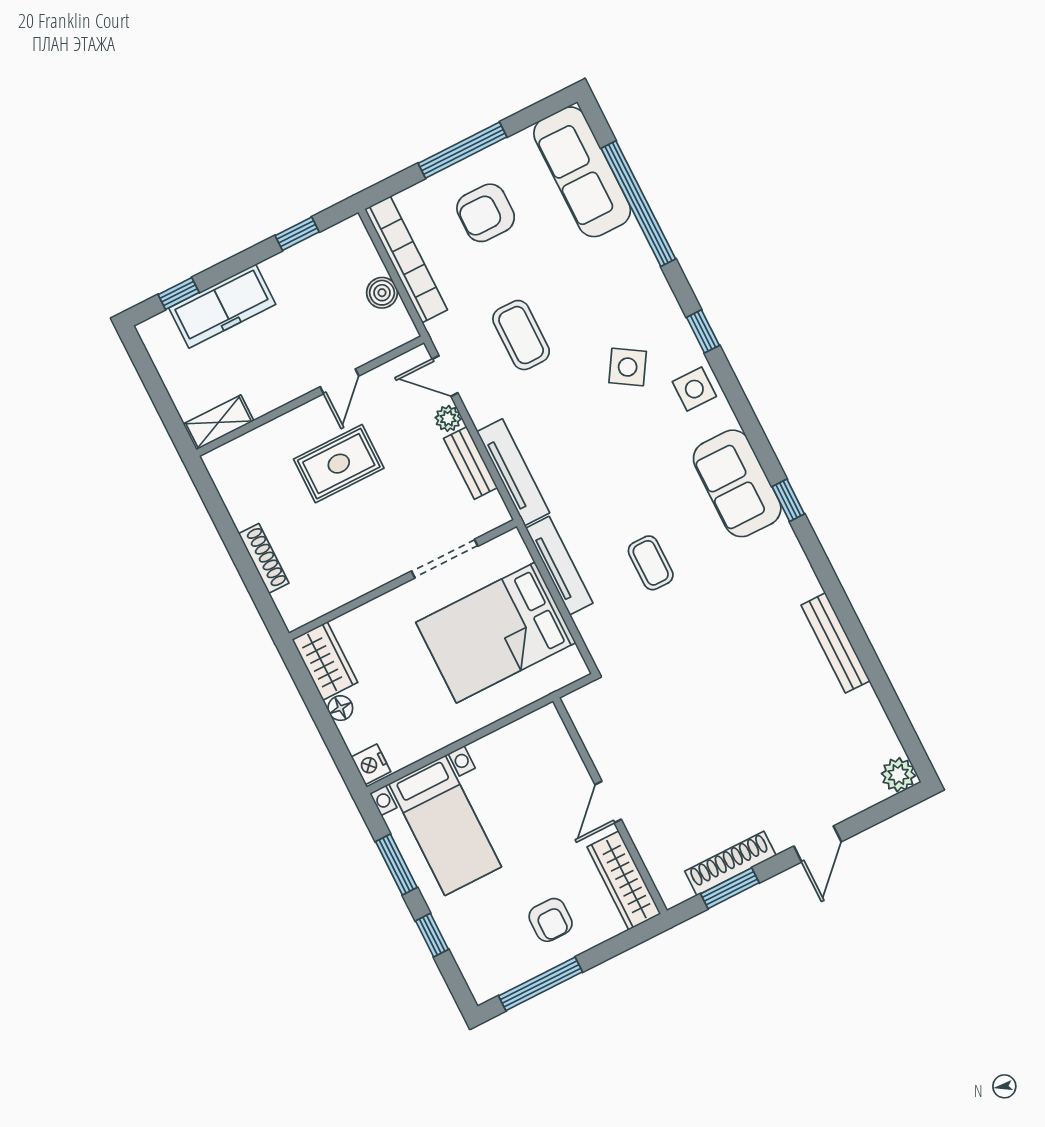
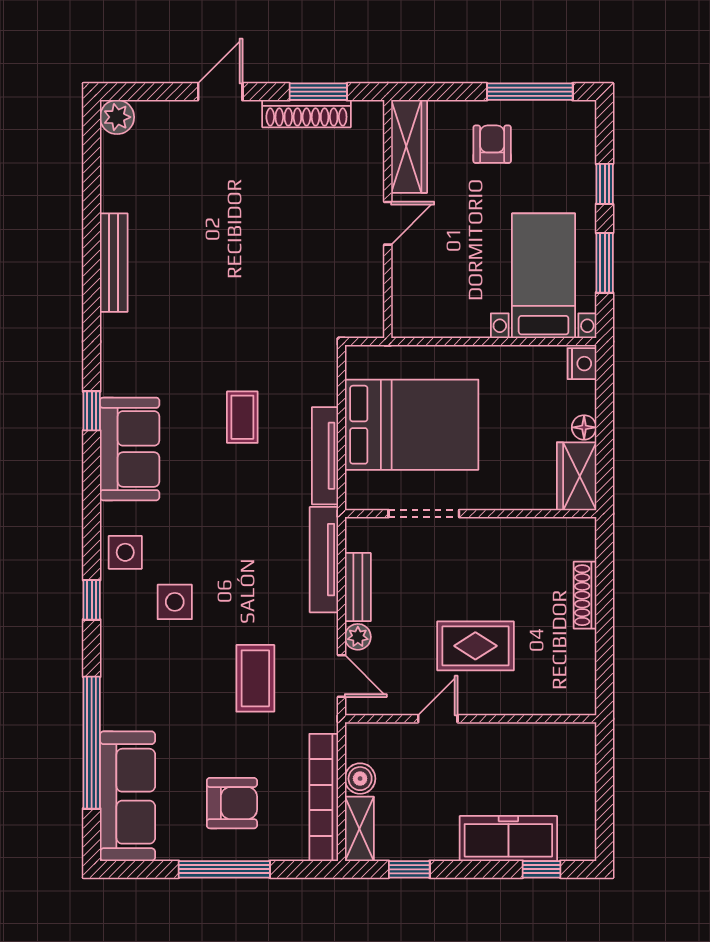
side table: (628, 367) -> (175, 602), turned -32
shelving: (219, 422) -> (359, 829), moved, turned 90

